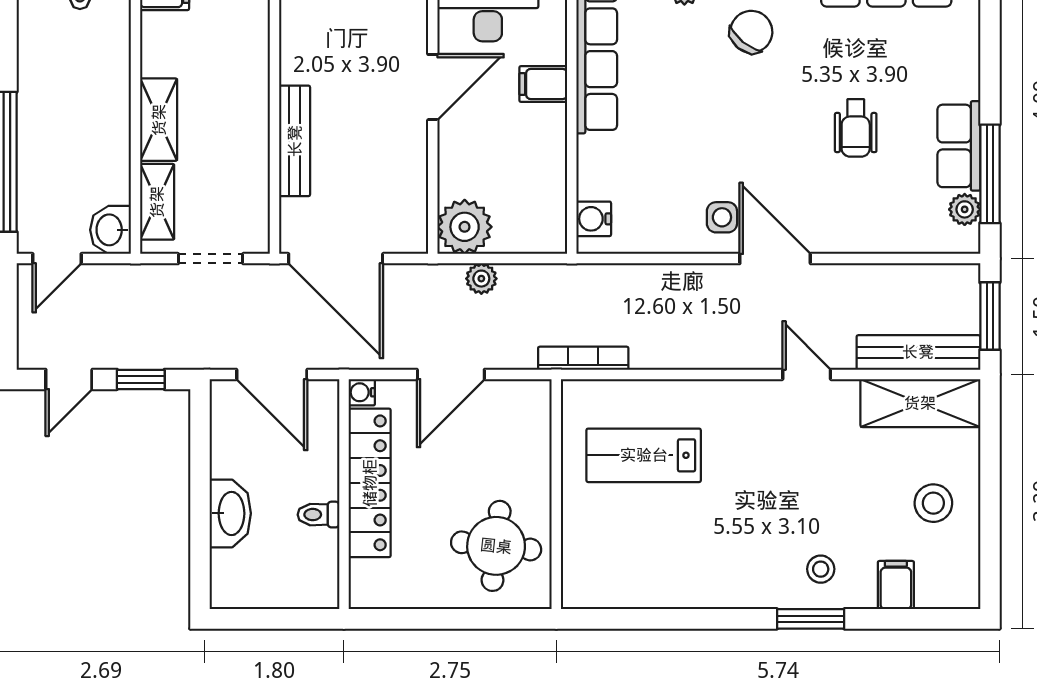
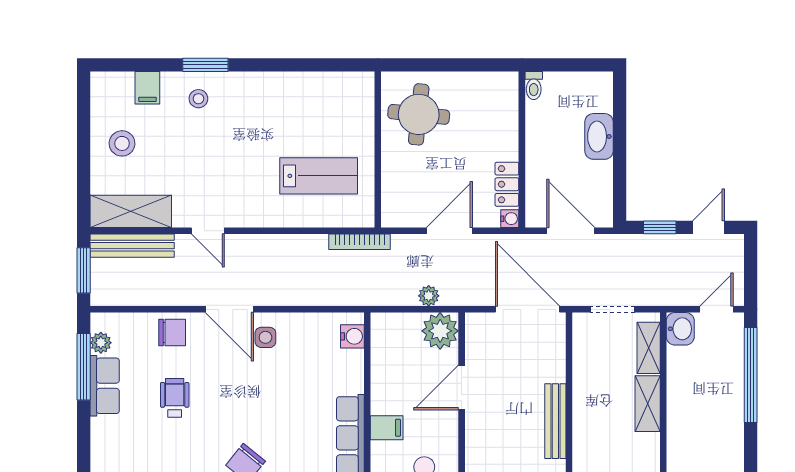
door: (433, 87) -> (462, 388), moved
bench: (295, 141) -> (555, 421), moved
chair: (859, 224) -> (172, 333), added
locker: (370, 483) -> (507, 184), width x0.46, depth x0.83
toilet: (319, 515) -> (534, 86), moved, turned 90

